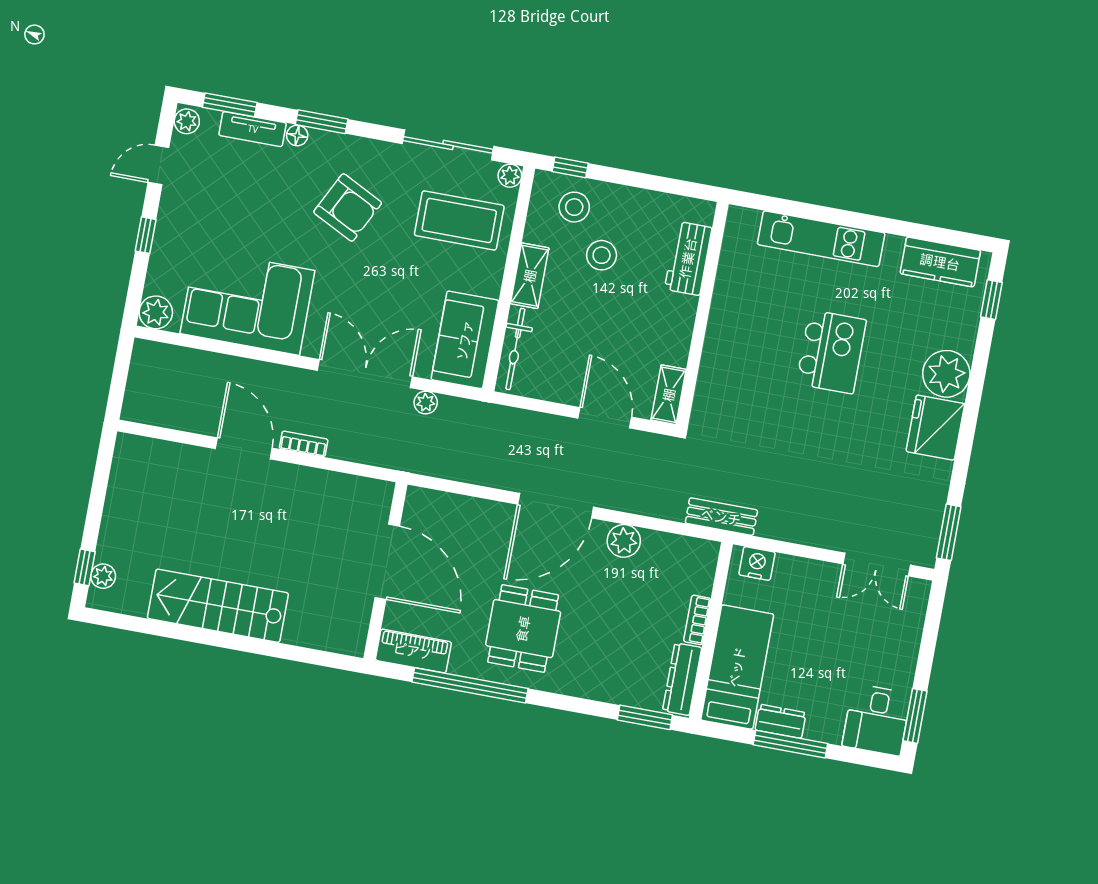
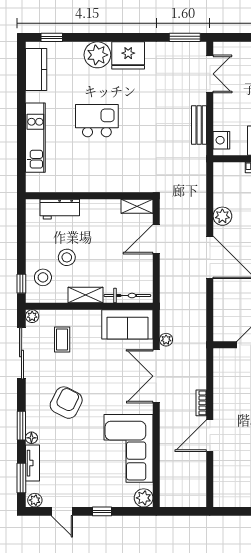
coffee table: (459, 220) -> (62, 340), width x0.54, depth x0.58
bench: (721, 517) -> (199, 125), moved

